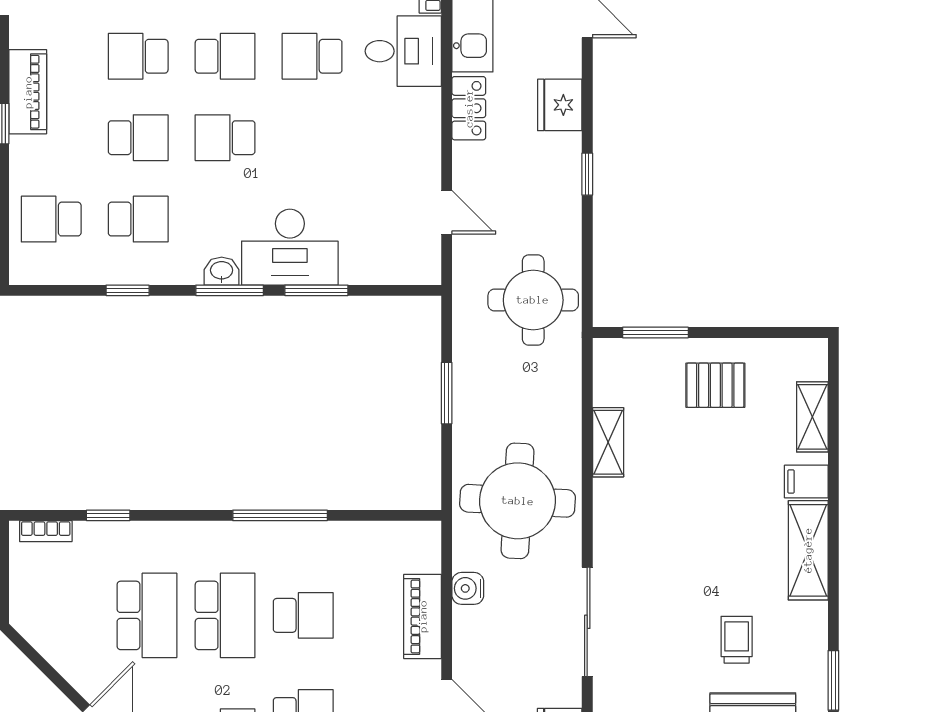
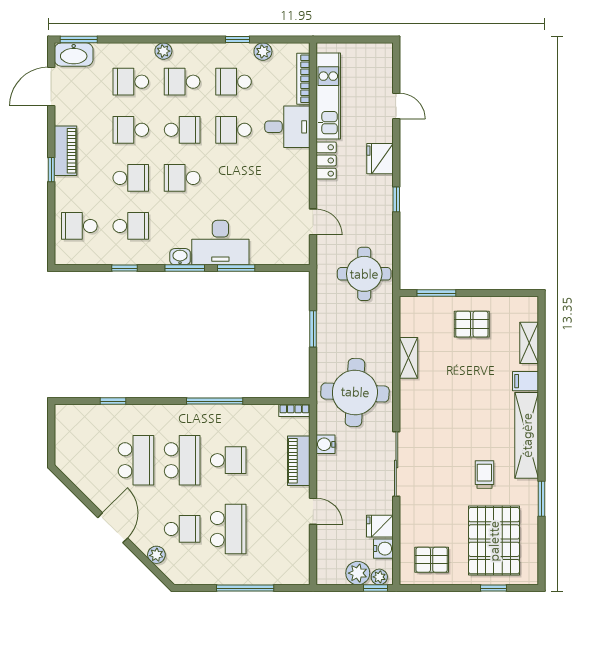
bookcase: (46, 531) -> (294, 410), moved
shelving: (808, 550) -> (527, 435), width x1.47

